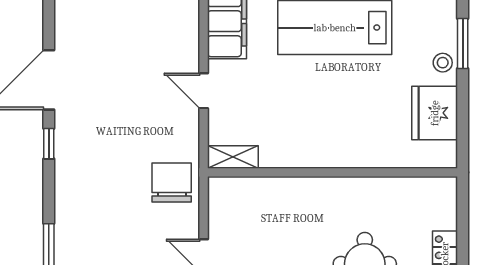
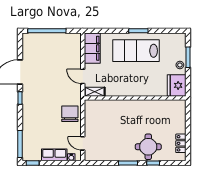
shelving: (233, 157) -> (95, 92), moved
wall: (332, 172) -> (135, 98), moved

